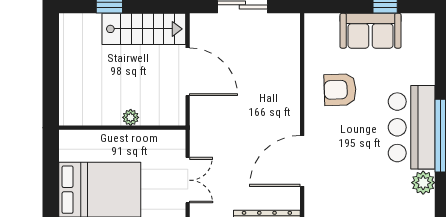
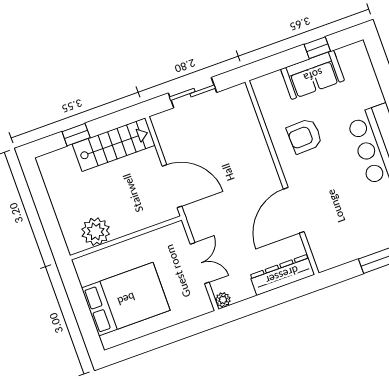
door: (188, 72) -> (172, 186), moved
plant: (131, 117) -> (96, 232), moved, width x1.87, depth x1.87

